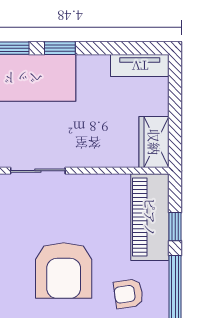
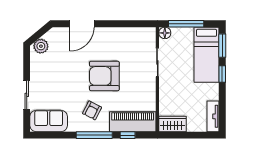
armchair: (128, 294) -> (92, 110), turned -145

